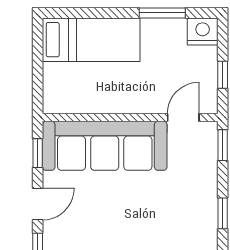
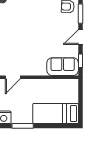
sofa: (105, 146) -> (63, 67), width x0.54, depth x0.79

